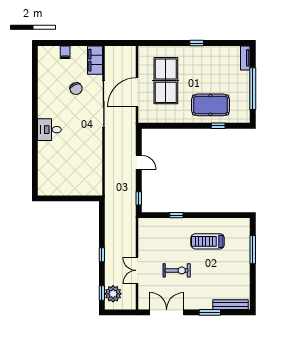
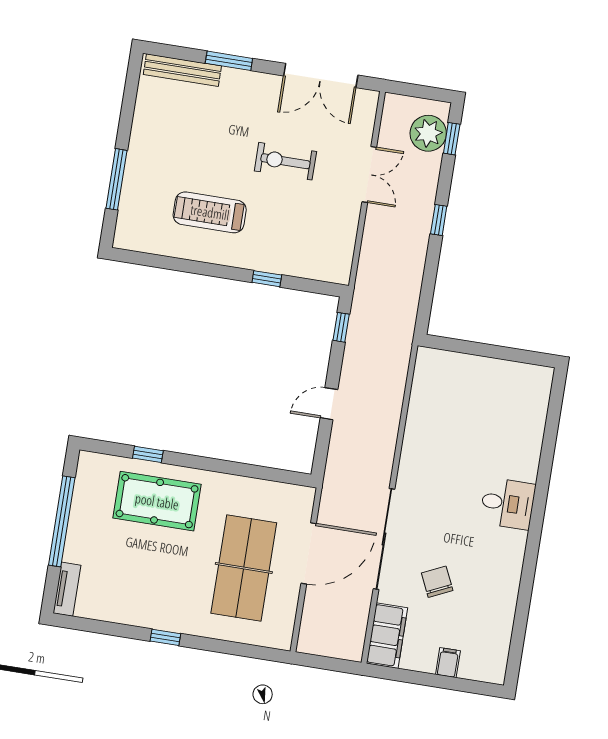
door: (139, 162) -> (329, 404), hinge flipped
treadmill: (208, 241) -> (210, 212), turned 180

